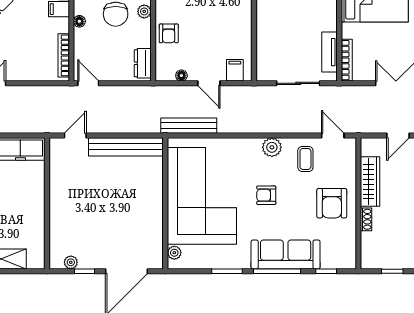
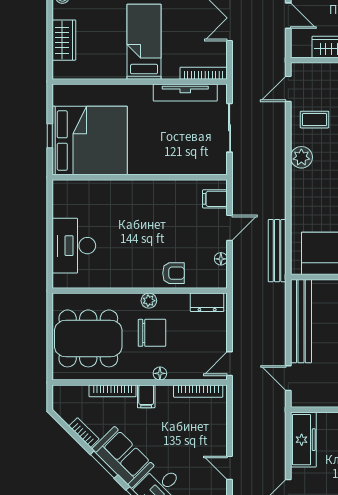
tv unit: (329, 52) -> (185, 93), width x1.41

